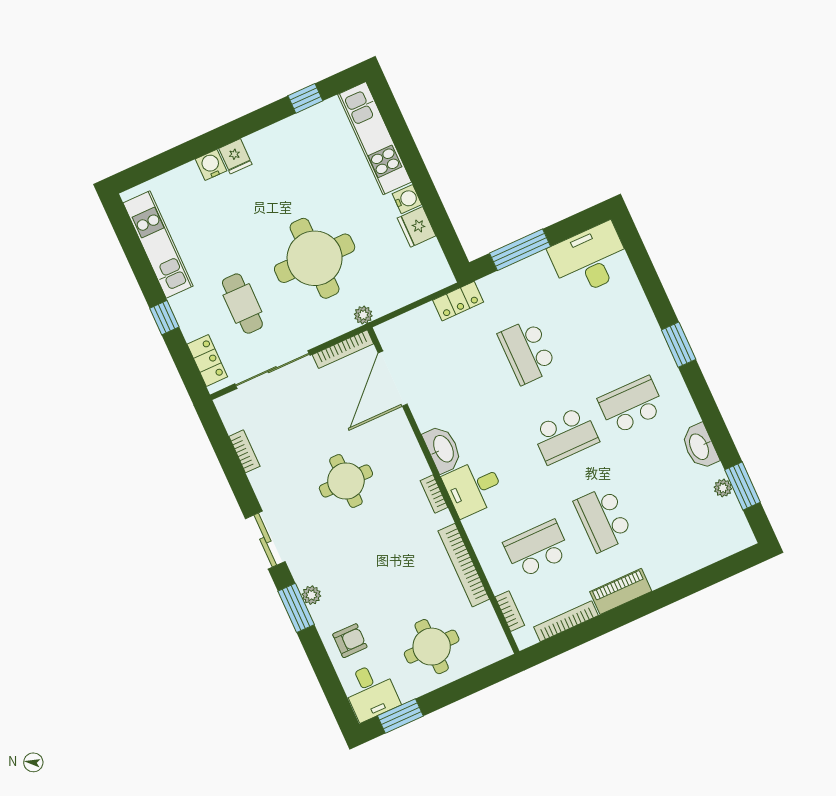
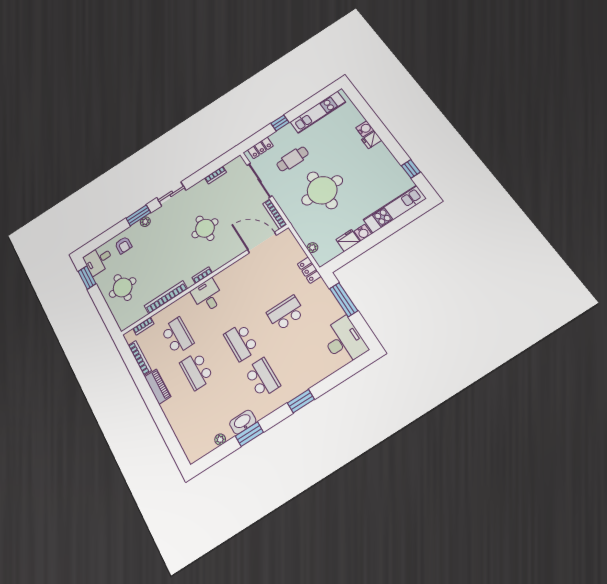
plant: (363, 315) -> (312, 248), moved
washbasin: (443, 449) -> (227, 276), removed
window: (743, 486) -> (249, 434), moved
school desk: (603, 519) -> (197, 371), turned -90

